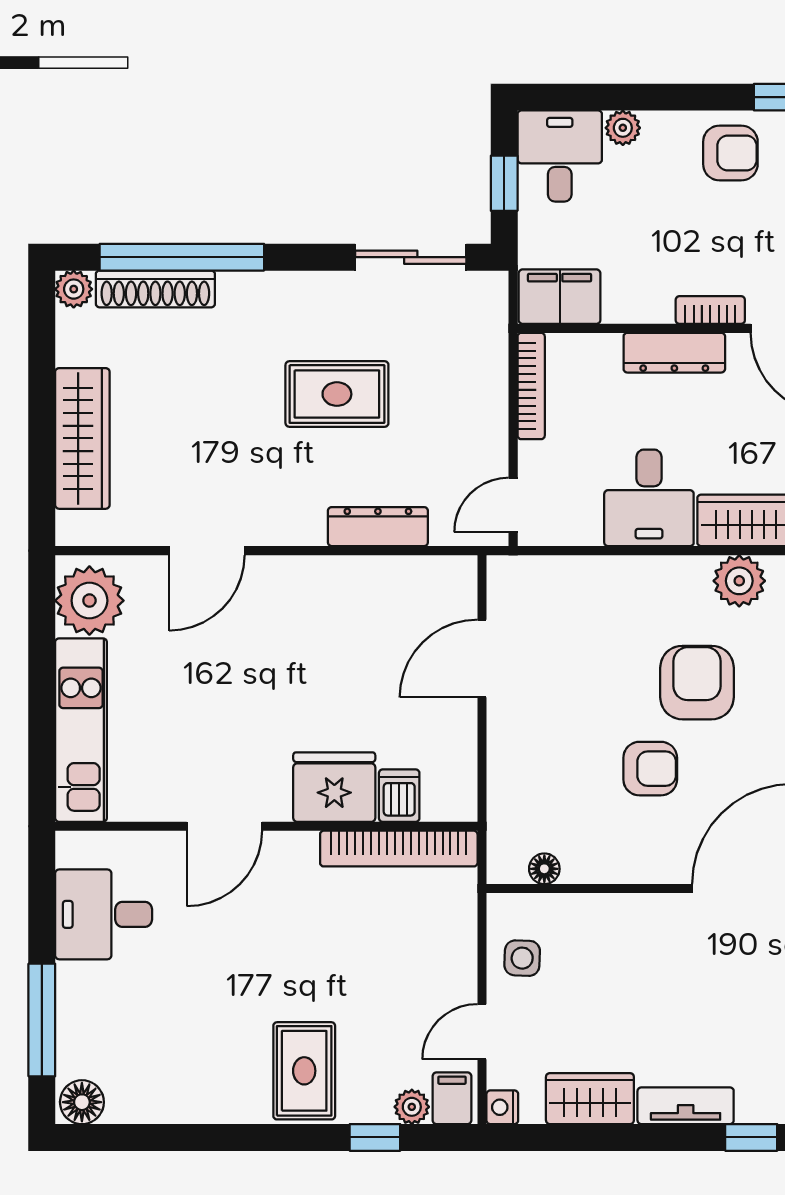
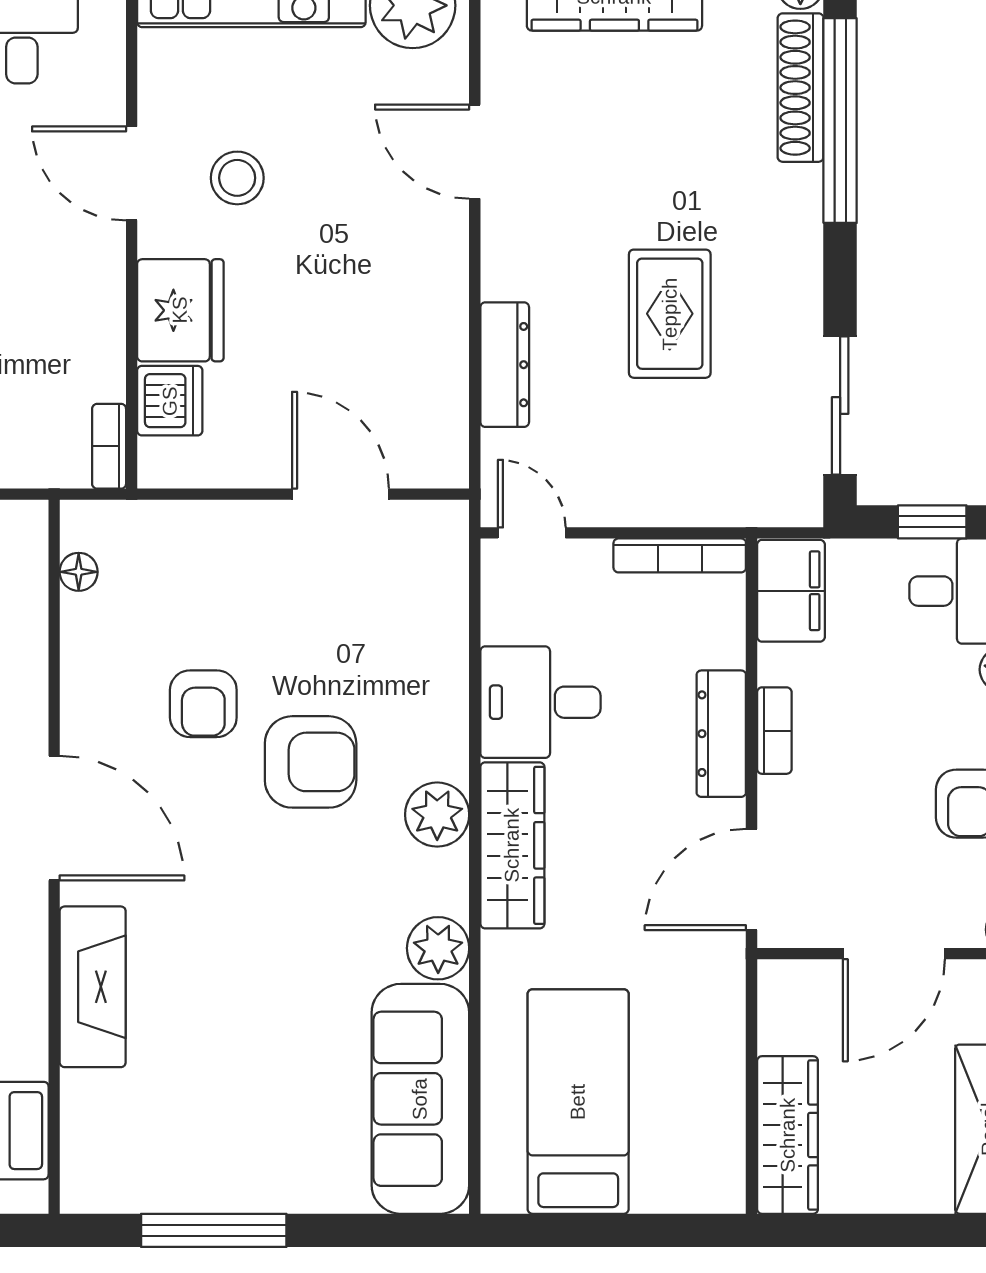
bookcase: (710, 310) -> (774, 731), moved
stool: (228, 741) -> (237, 178), added
dishwasher: (399, 796) -> (170, 401), width x1.38
bookcase: (399, 849) -> (109, 446), width x0.43, depth x0.76

